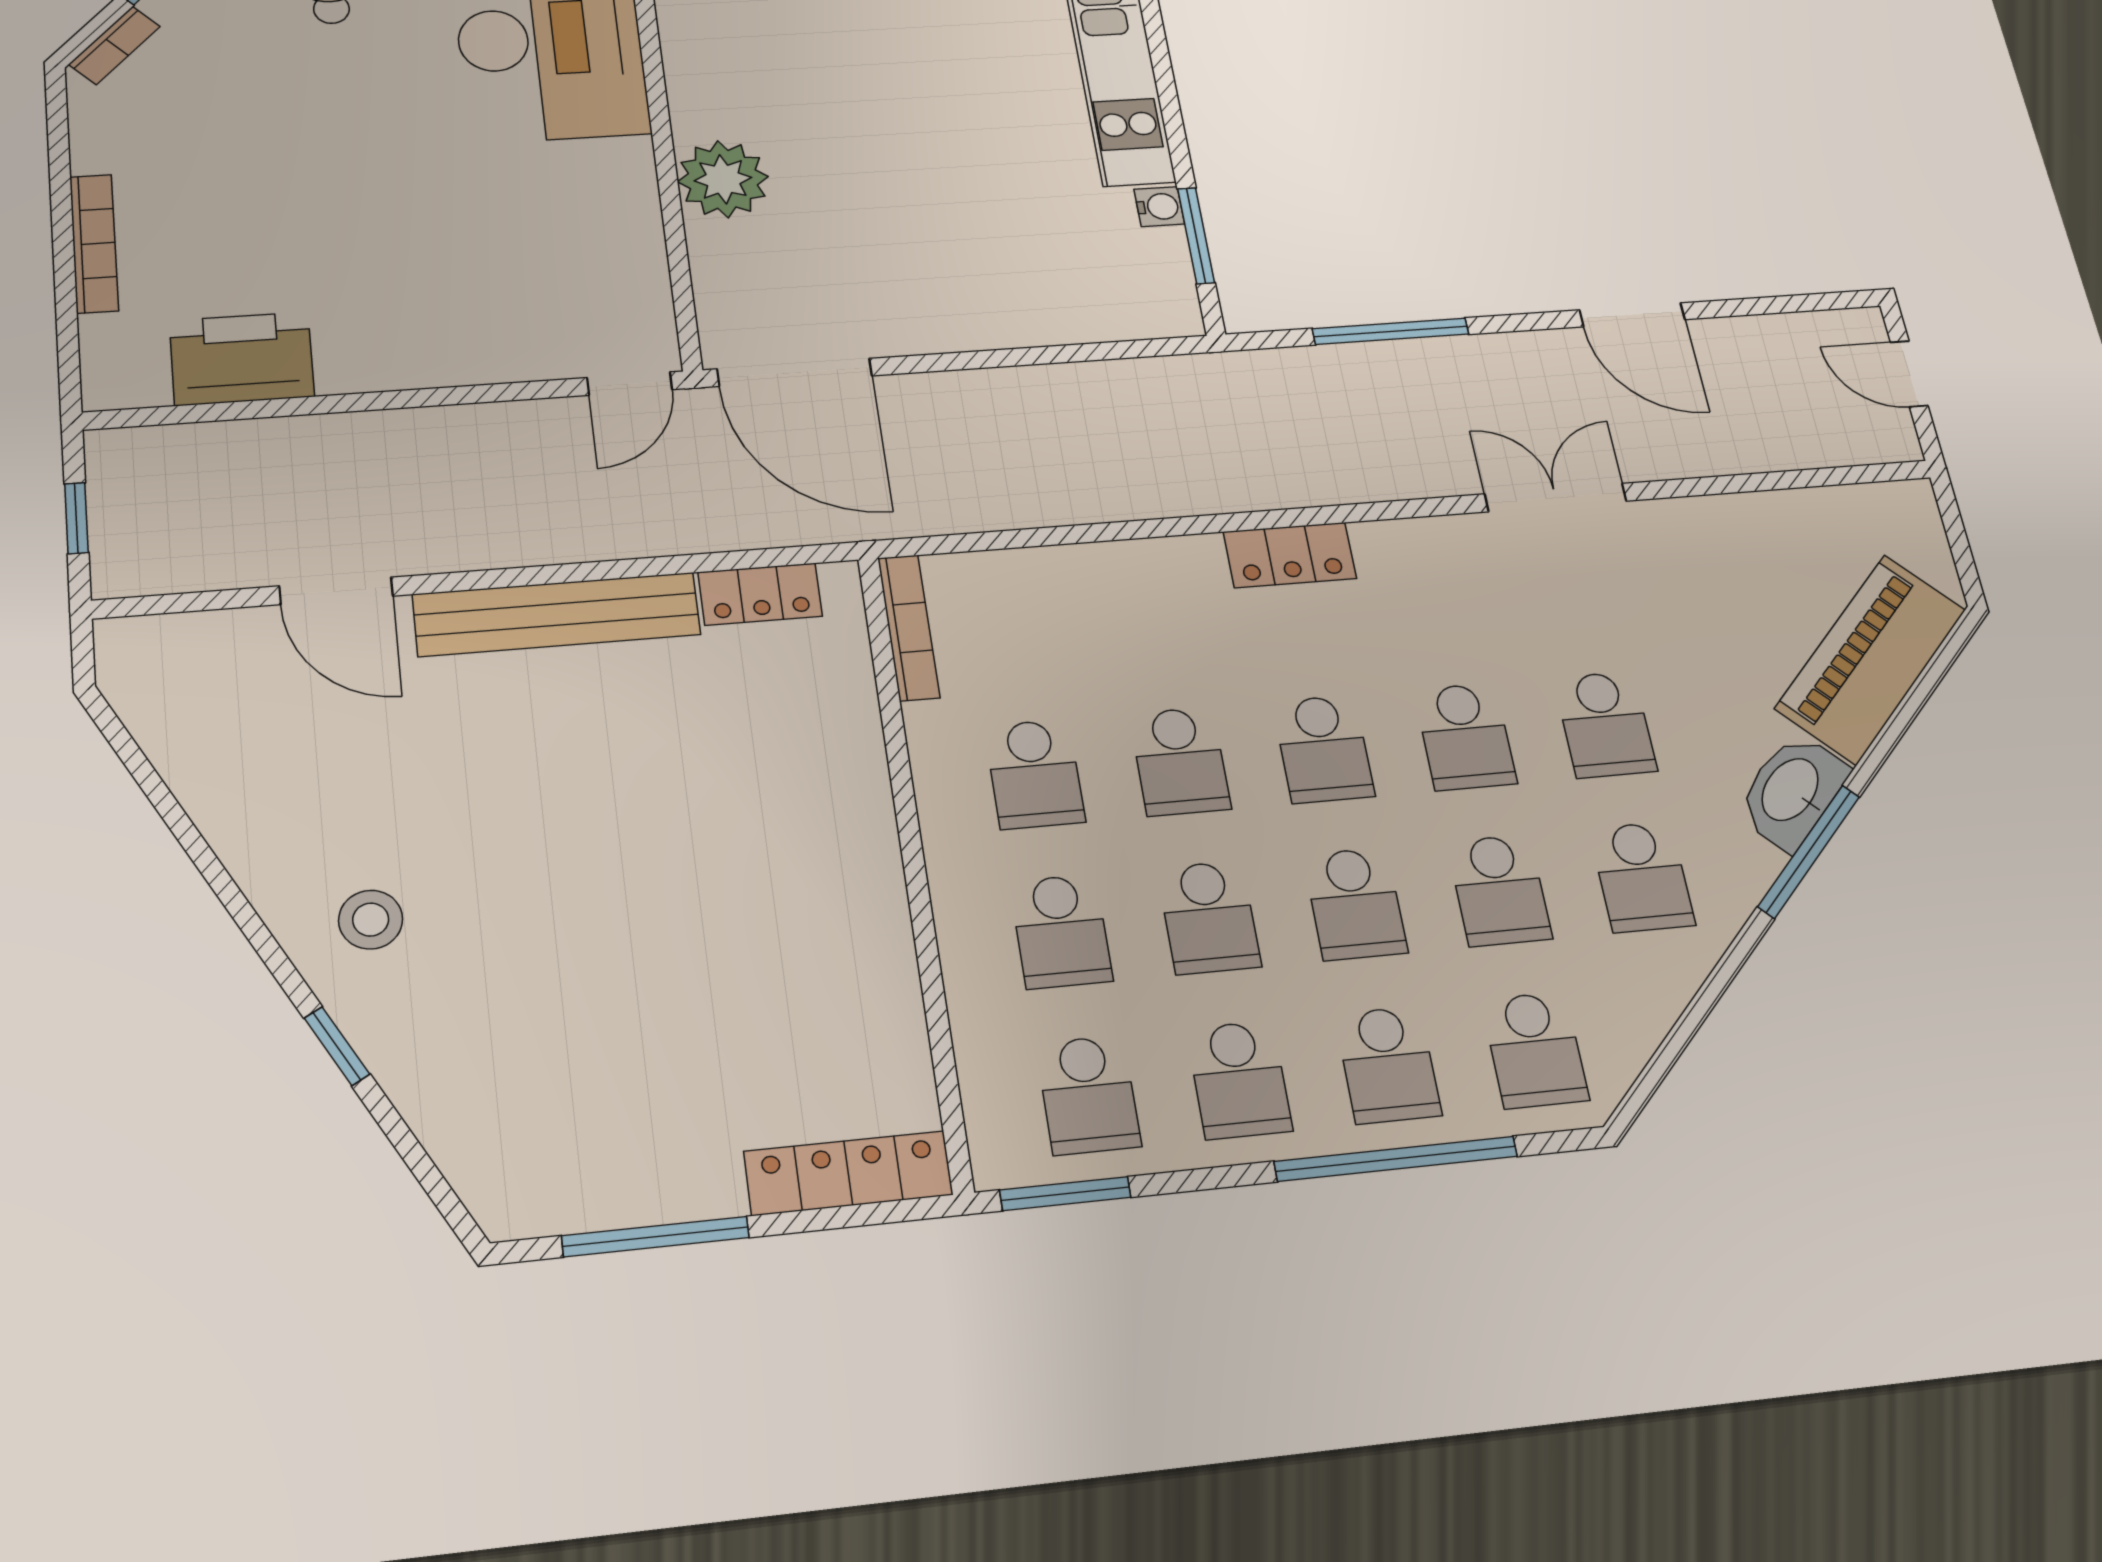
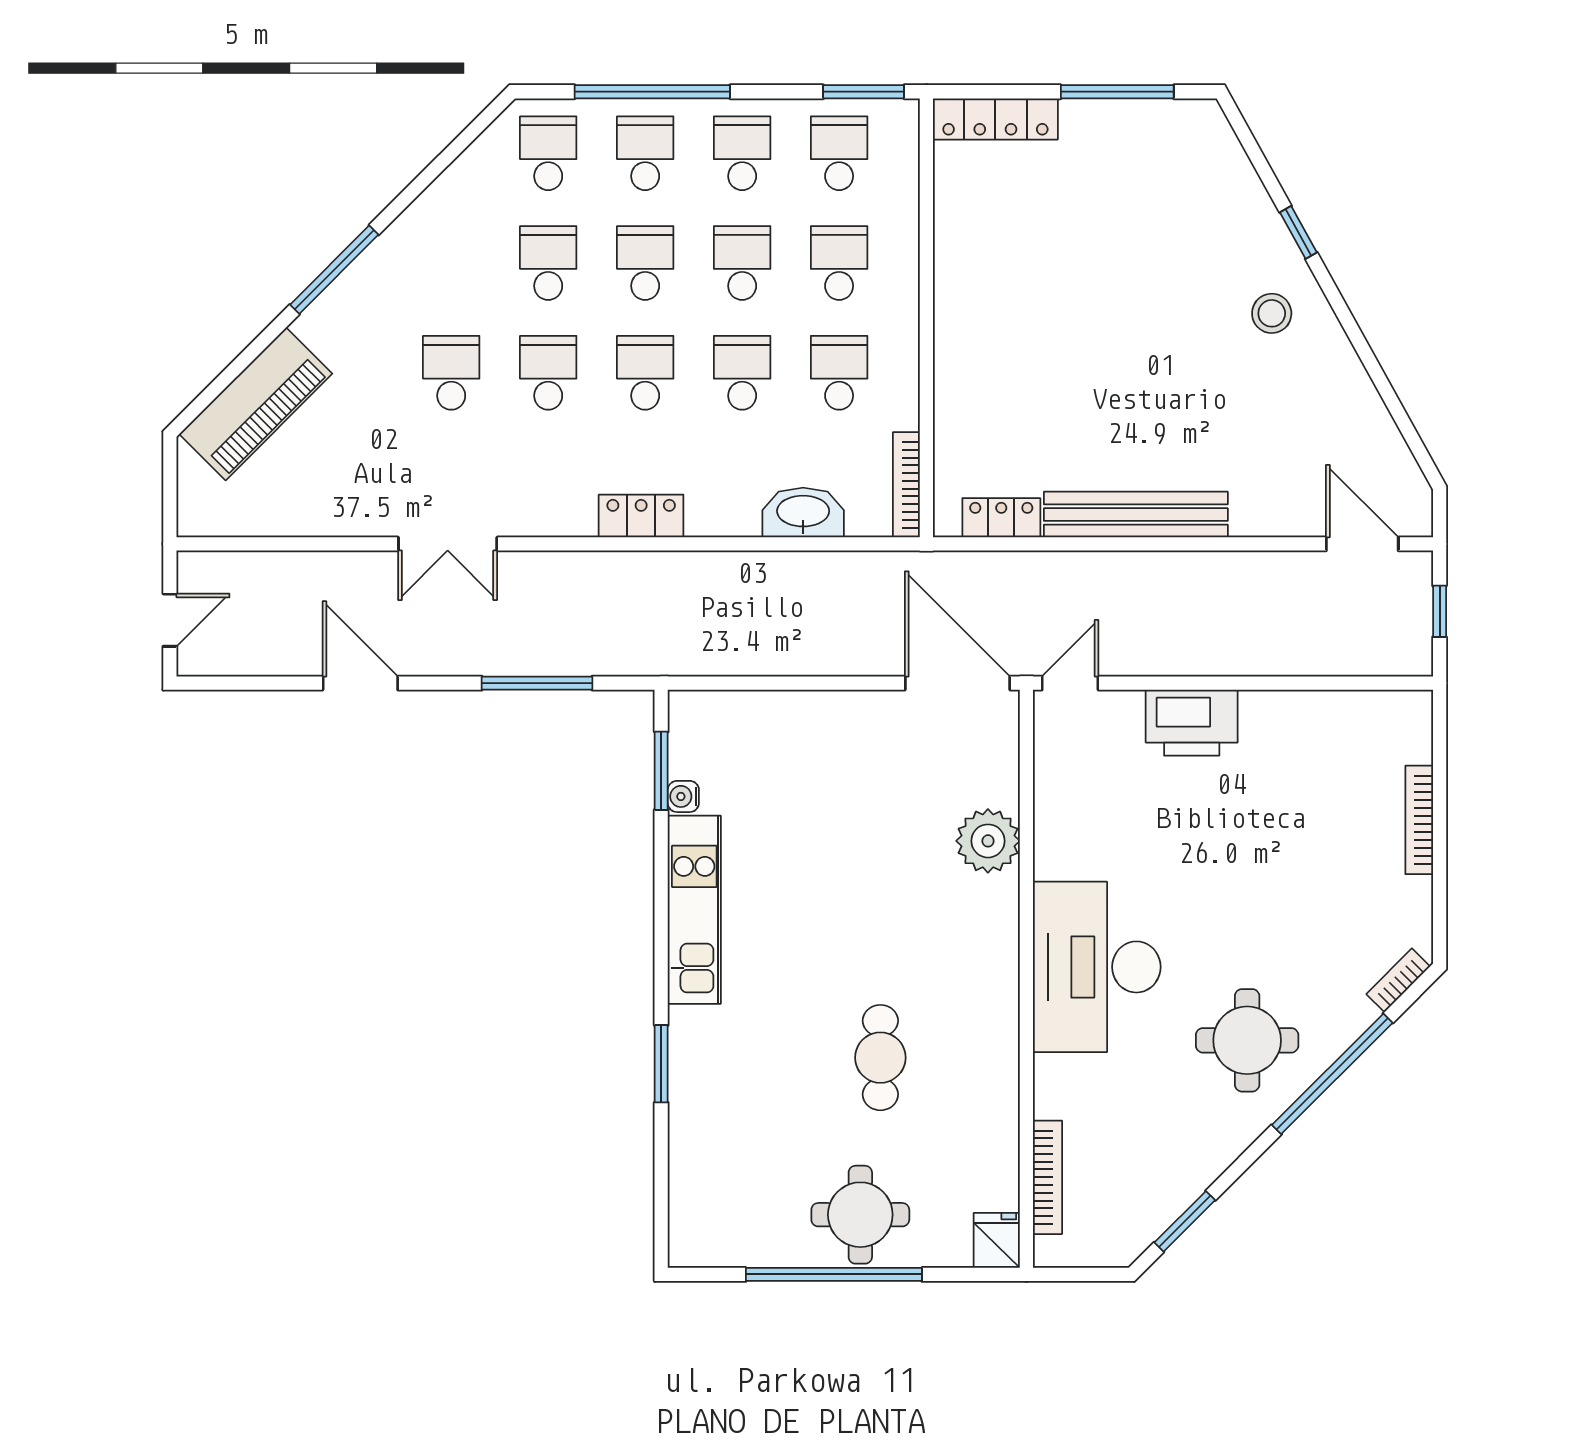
printer: (242, 359) -> (1192, 723), moved
door: (1909, 374) -> (170, 620), hinge flipped
door: (336, 591) -> (1362, 544), moved
washbasin: (1792, 791) -> (803, 513), moved, turned -135
school desk: (1642, 877) -> (451, 263), removed

